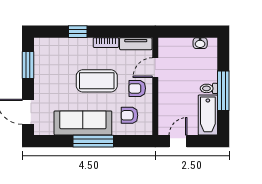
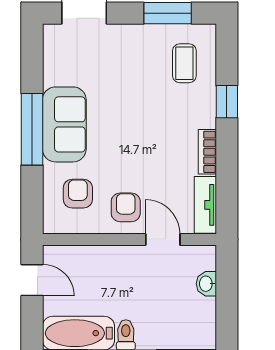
washbasin: (200, 43) -> (206, 284), moved
coffee table: (97, 81) -> (184, 63), moved, width x0.54, depth x0.58
sofa: (83, 123) -> (64, 124), width x0.73

